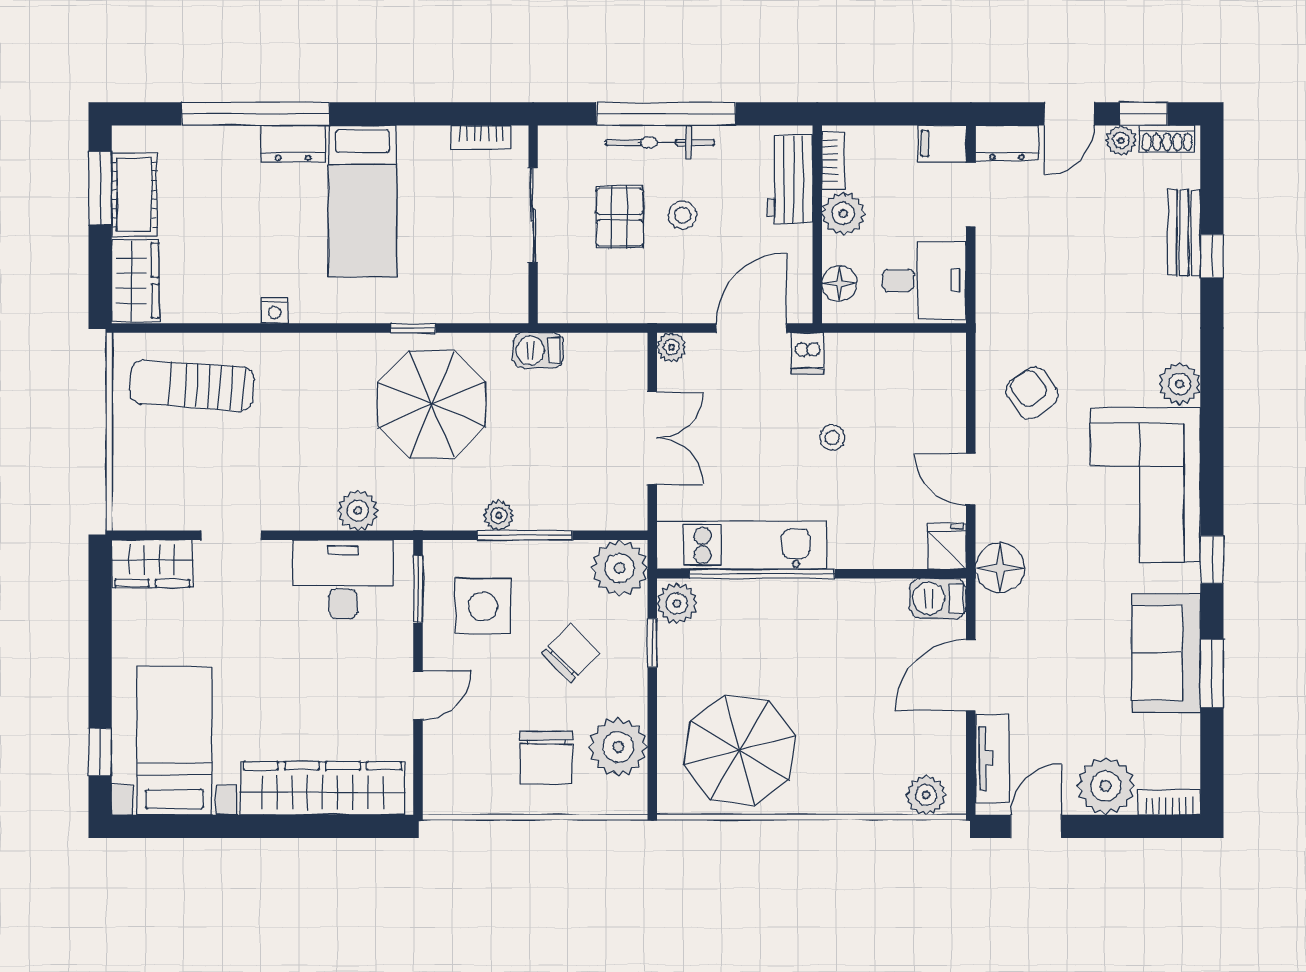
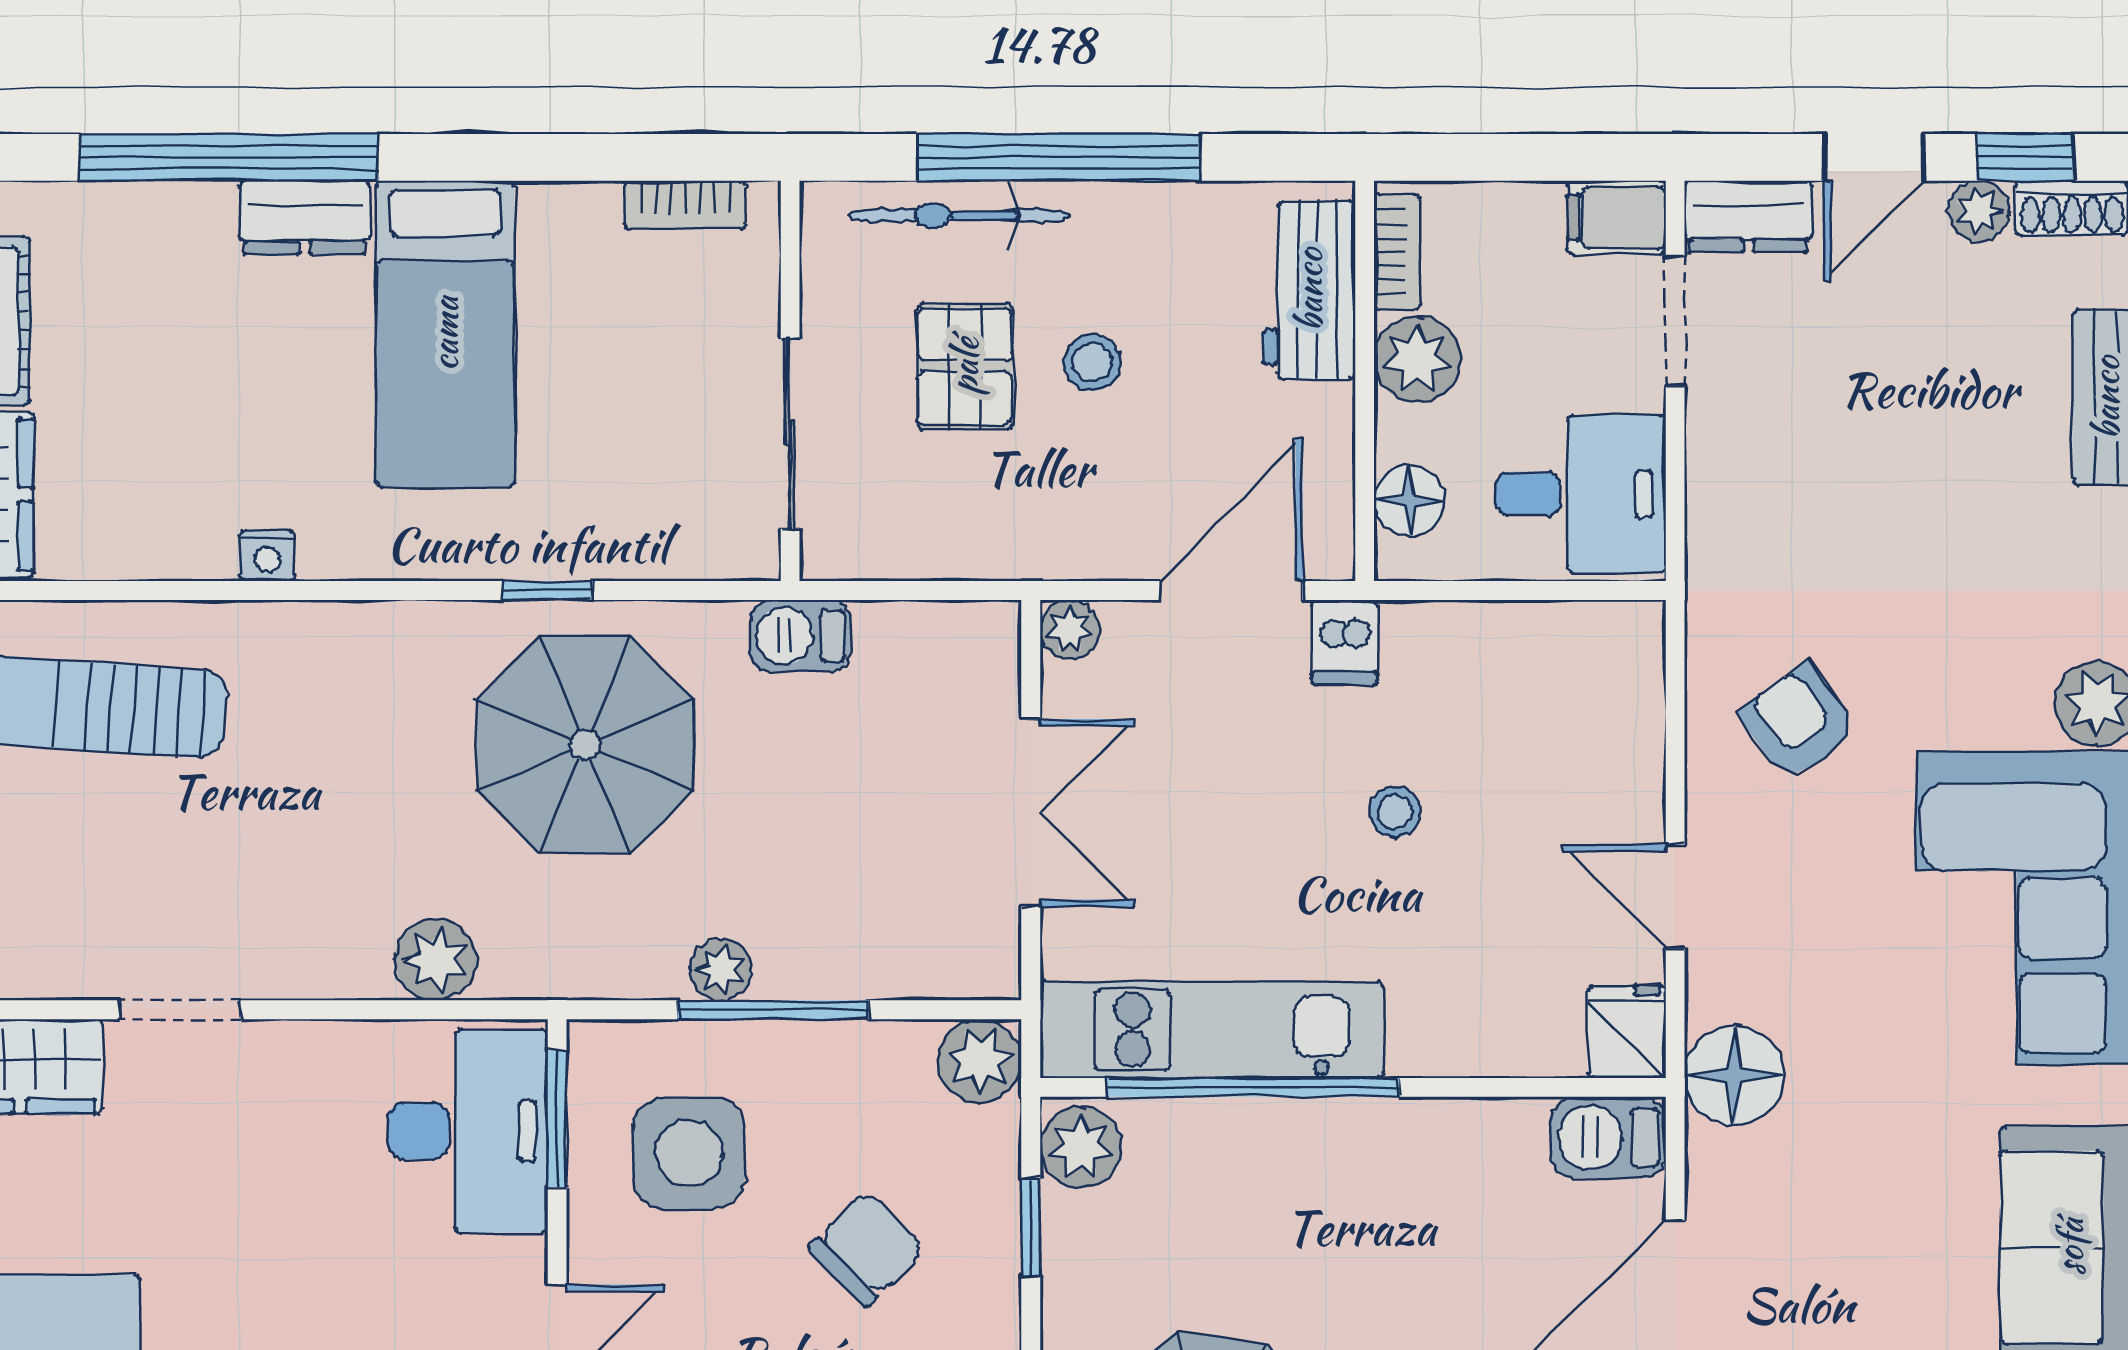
bicycle: (660, 143) -> (959, 216), moved
sliding door: (533, 215) -> (790, 433), moved
plant: (619, 568) -> (980, 1061), width x0.73, depth x0.73
desk: (343, 579) -> (468, 1131), moved, turned 90

